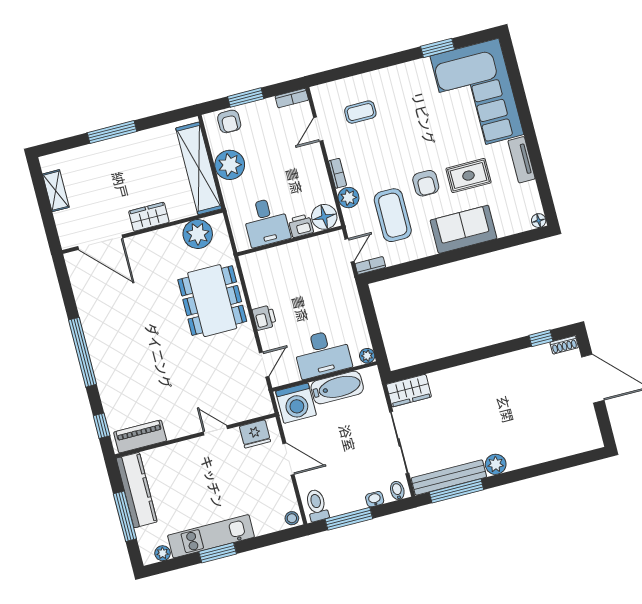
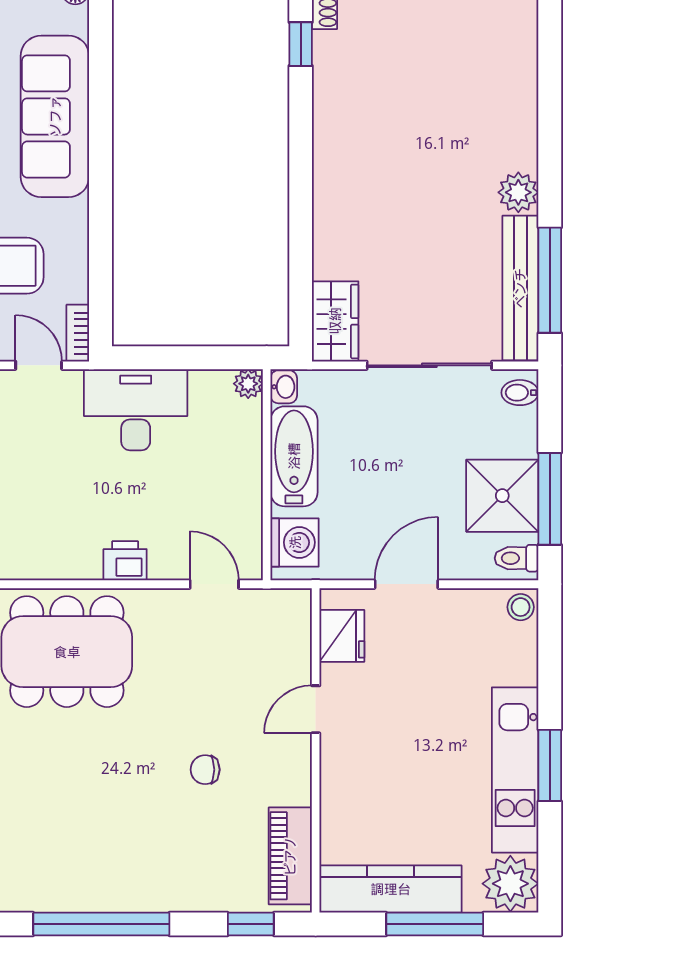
sofa: (463, 229) -> (55, 116), width x1.36
desk: (322, 354) -> (136, 410), moved, turned -90
chair: (172, 384) -> (205, 770), added
washing machine: (296, 403) -> (295, 542), width x0.73, depth x0.73
shower: (344, 495) -> (502, 496), added
washbasin: (375, 499) -> (284, 387), moved, turned 180
toilet: (317, 505) -> (517, 558), width x0.73, depth x0.72
plant: (163, 553) -> (510, 884), width x1.88, depth x1.88

